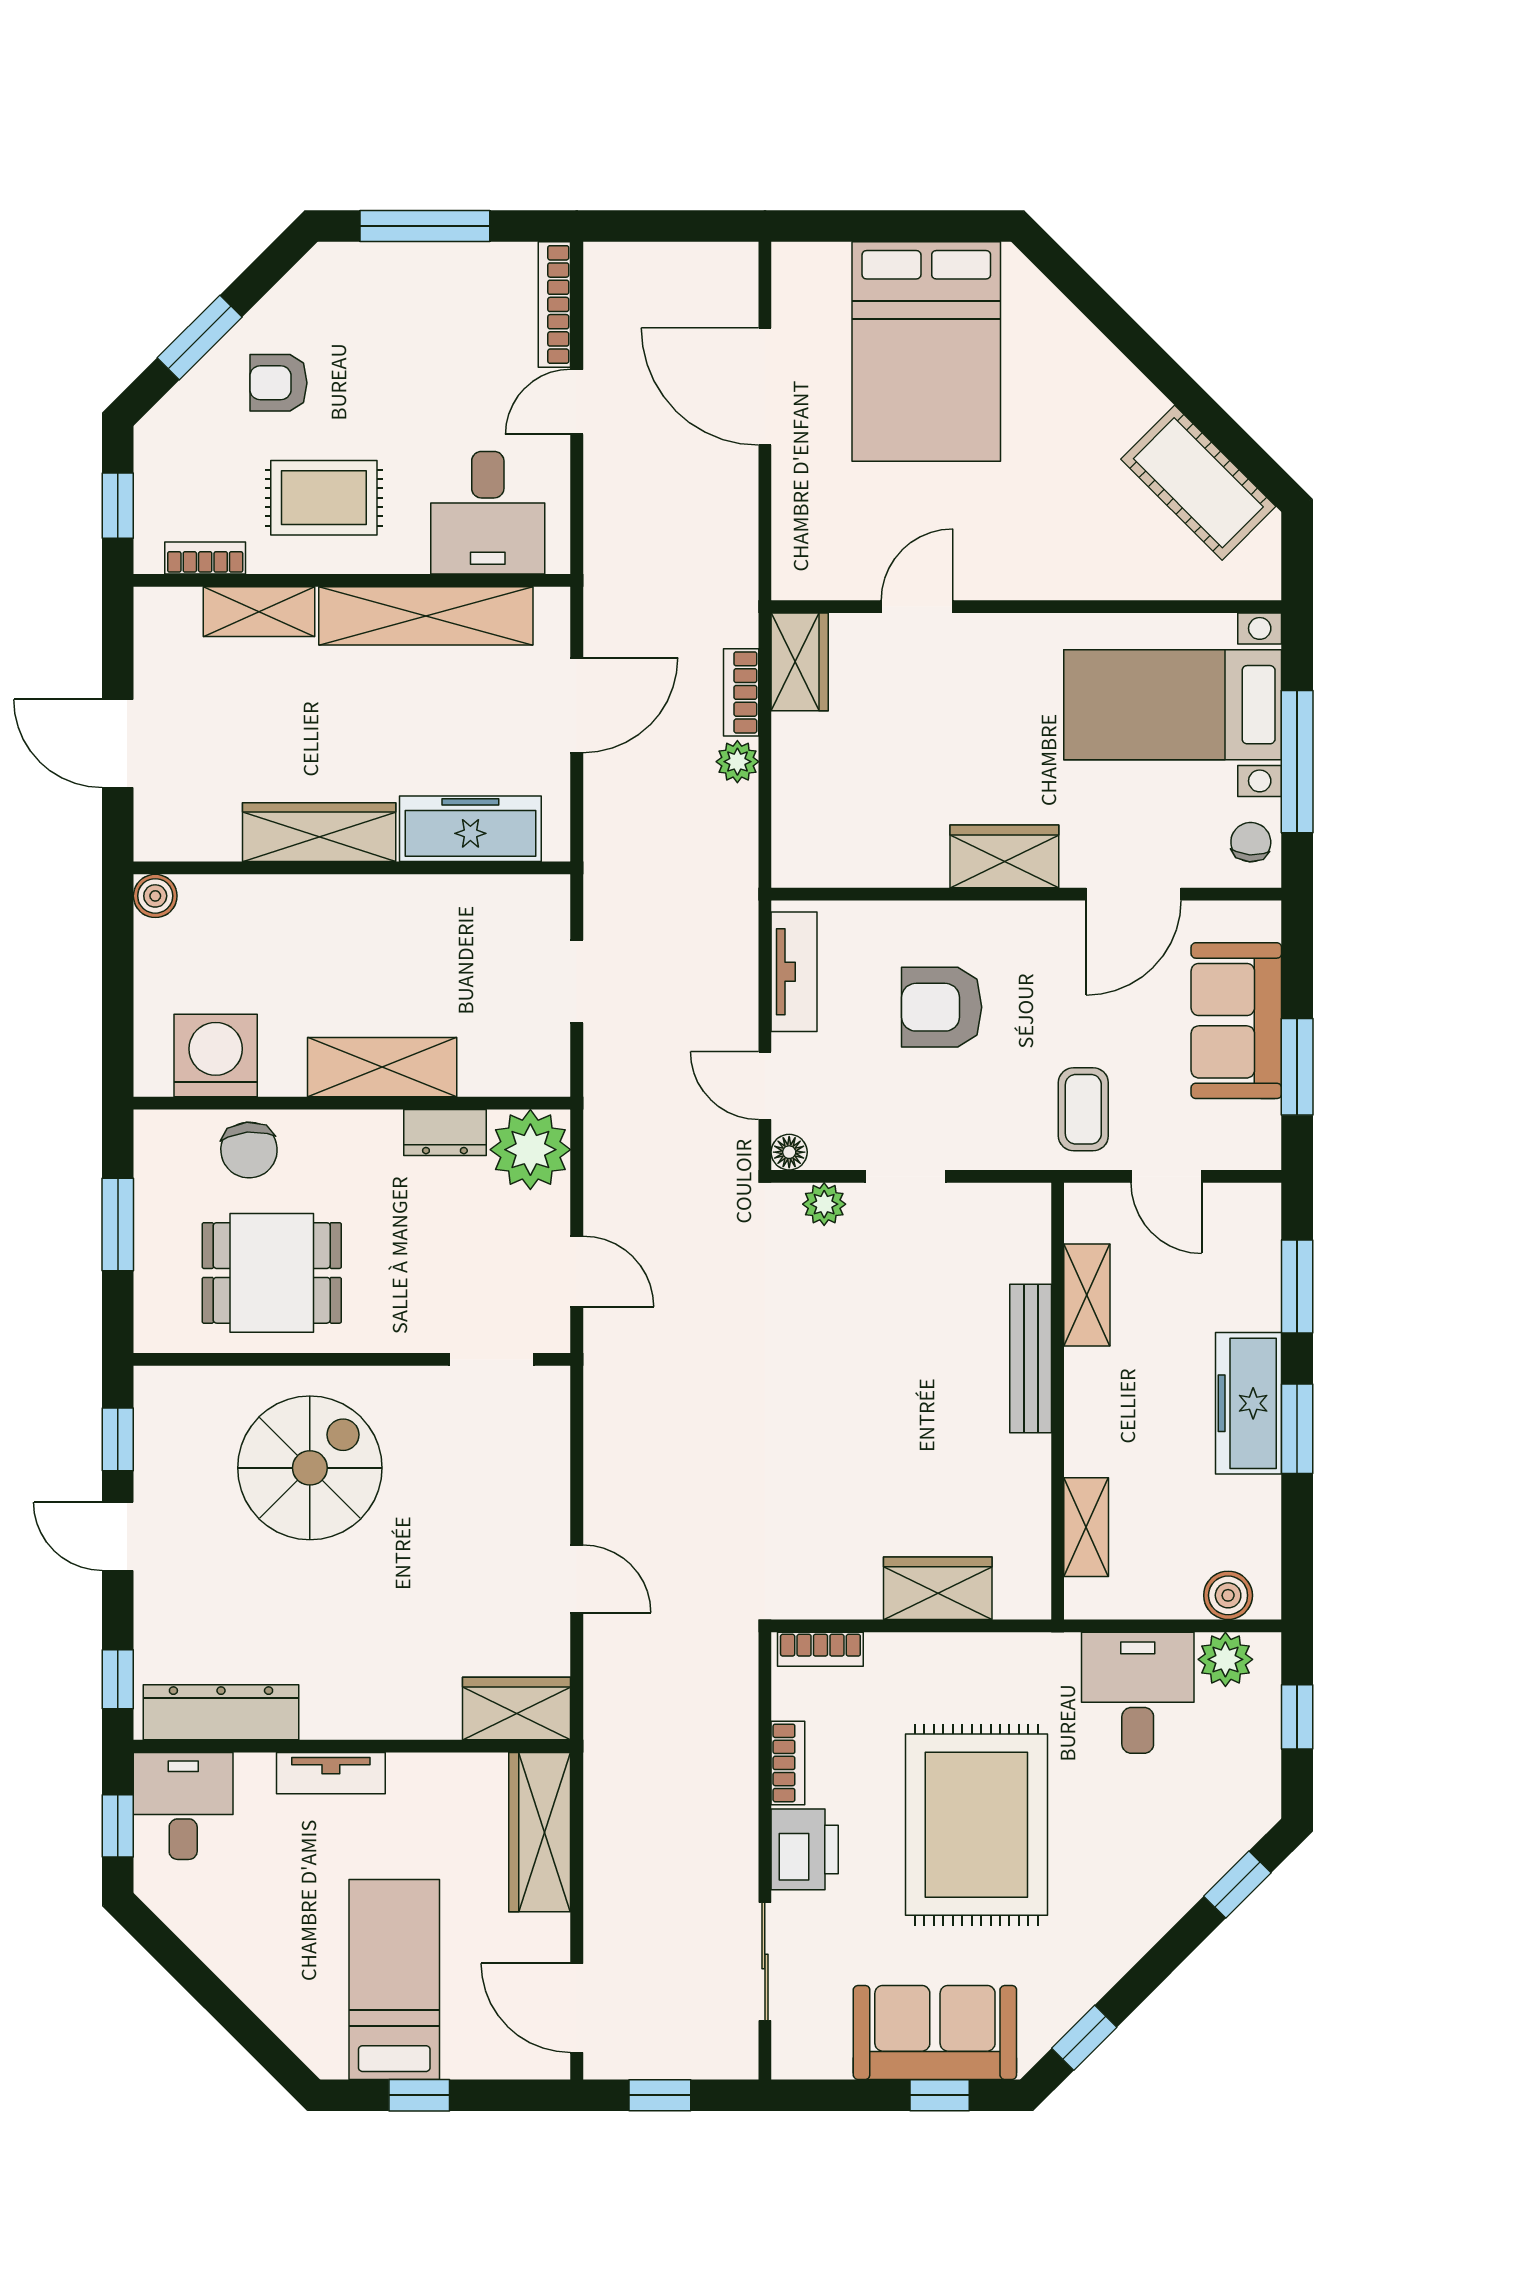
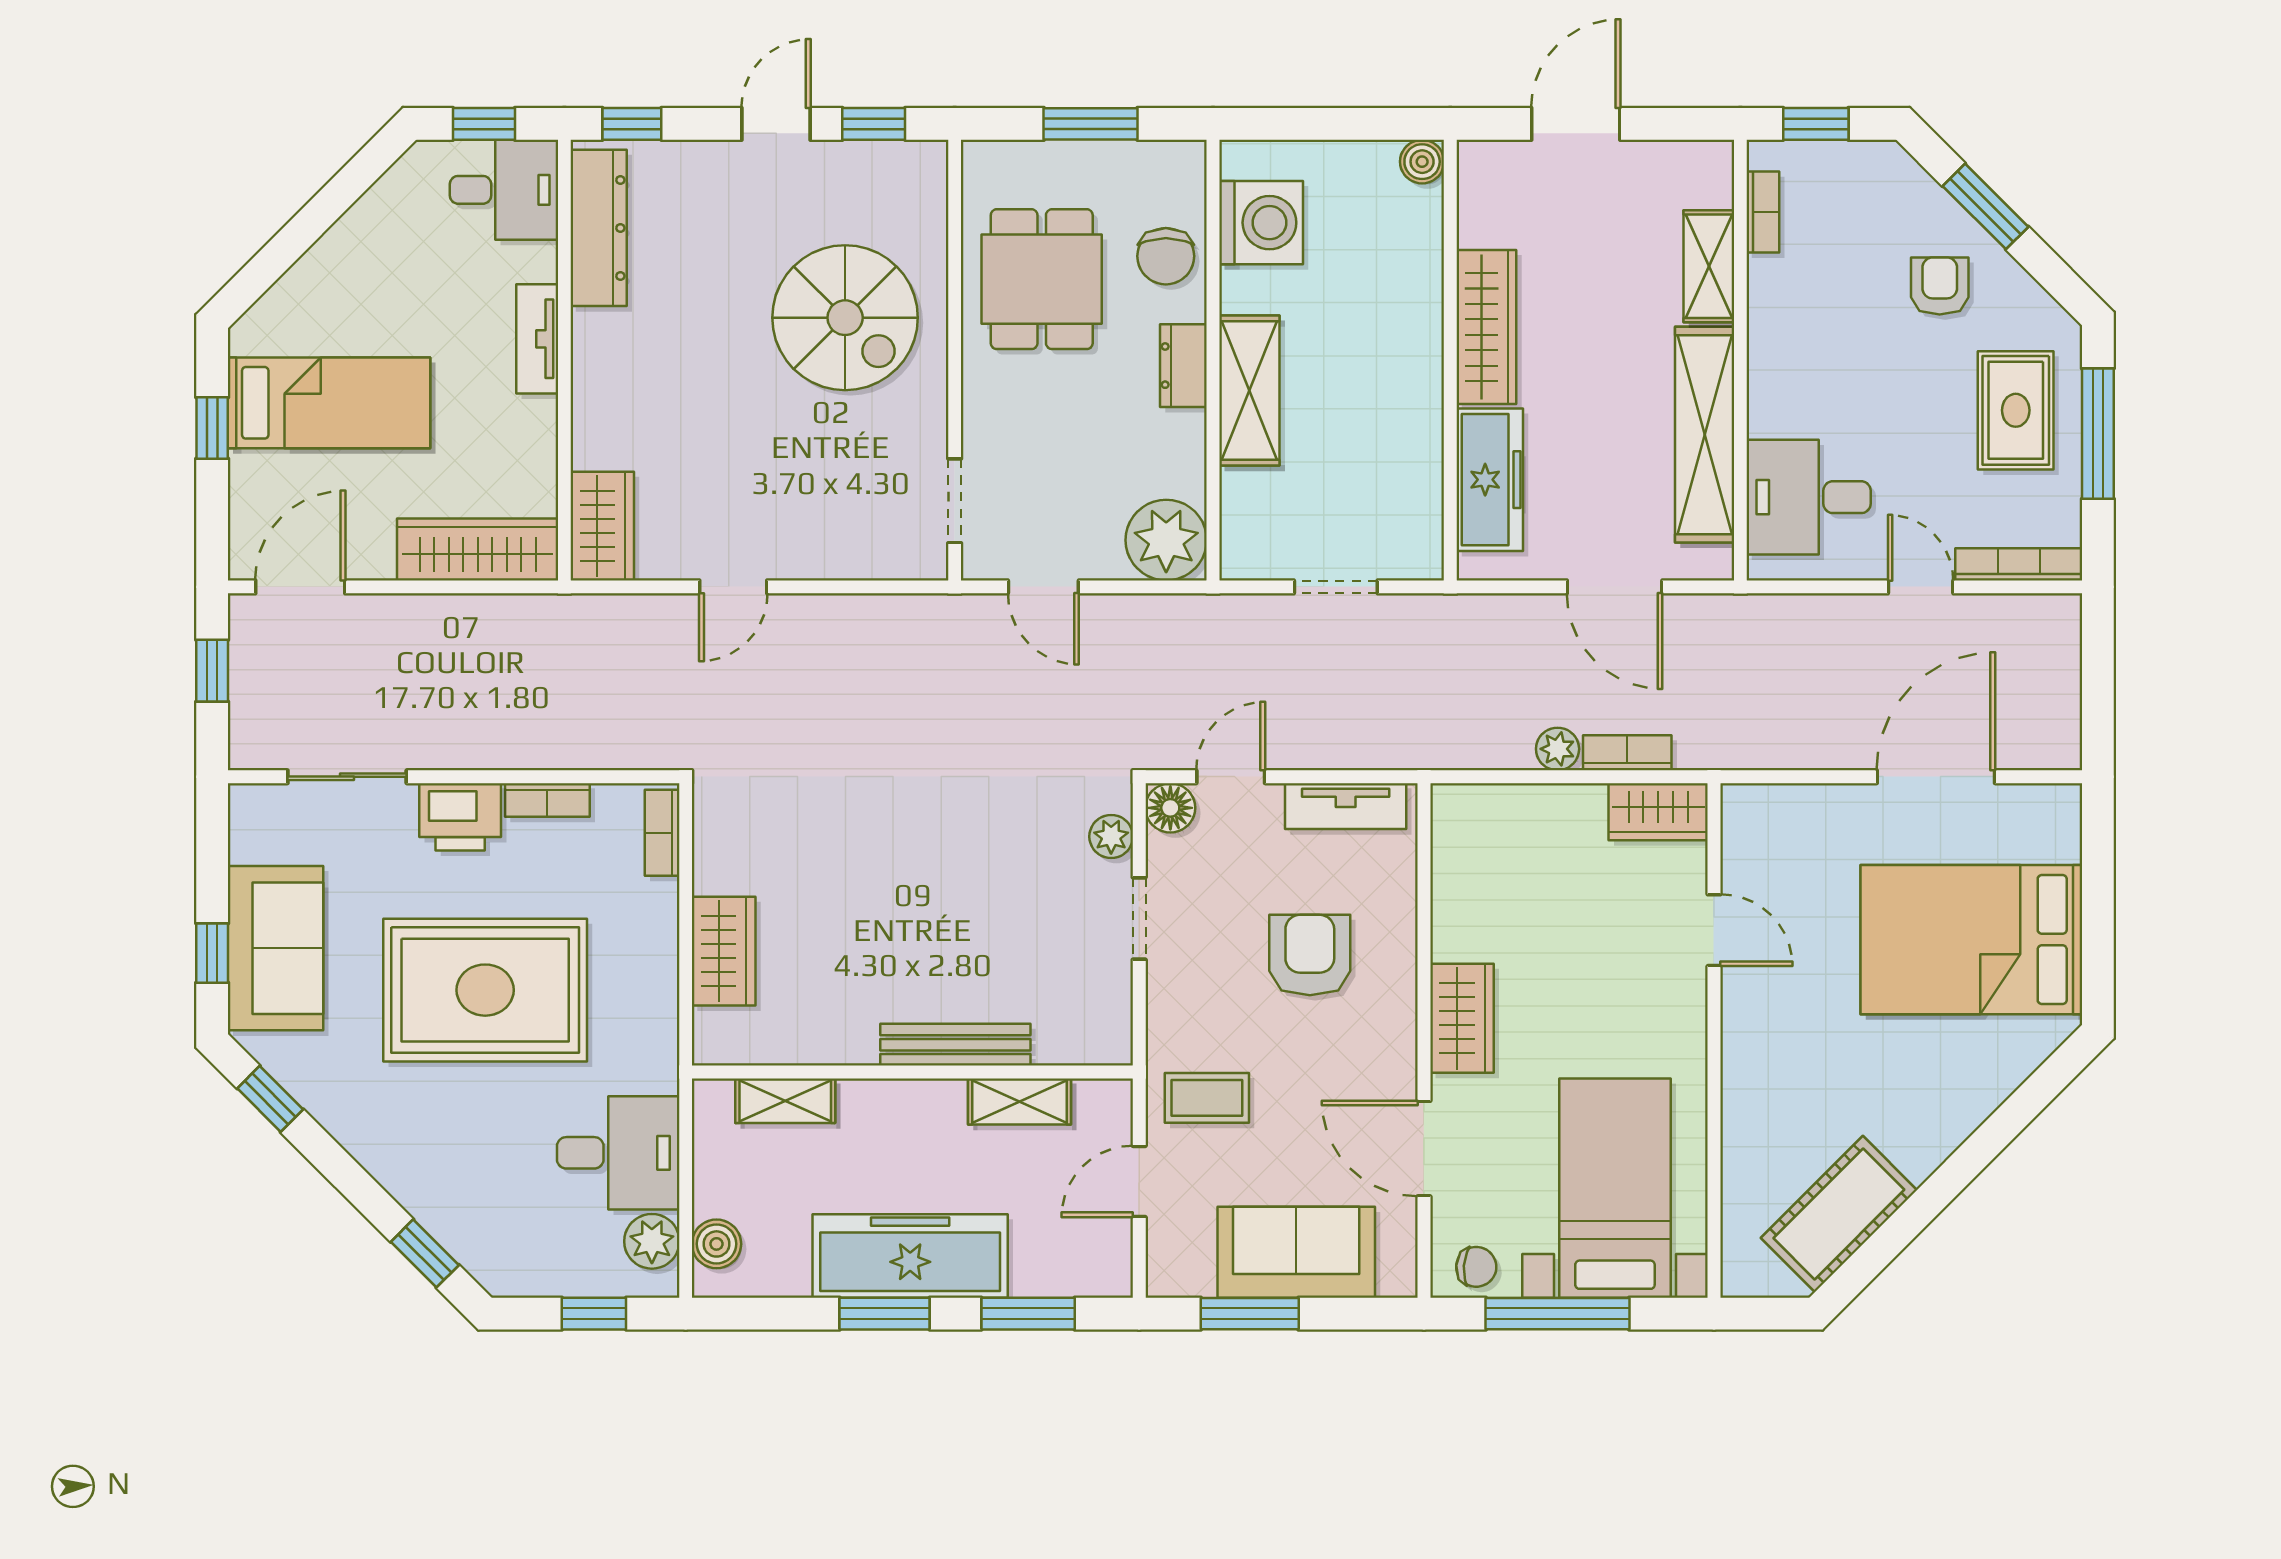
rug: (324, 498) -> (2016, 410), moved
dresser: (445, 1133) -> (1183, 366), moved
chair: (249, 1150) -> (1166, 256), turned -85
floor lamp: (789, 1152) -> (1170, 808), width x1.37, depth x1.37
door: (577, 1271) -> (1043, 587), hinge flipped
freezer: (1249, 1403) -> (910, 1256), width x1.36, depth x1.26

